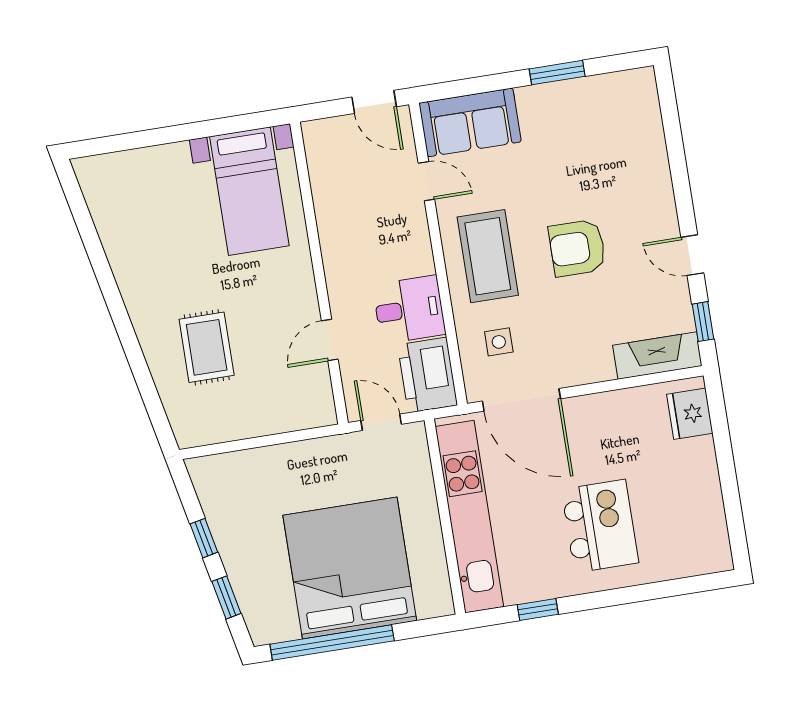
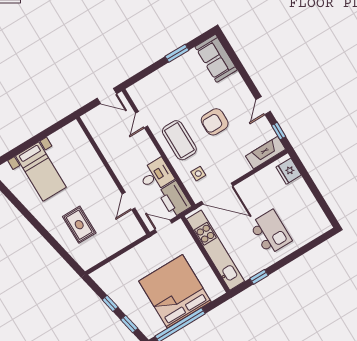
sofa: (470, 122) -> (216, 58), moved, turned 90
door: (426, 181) -> (142, 120), swing flipped
bed with nightstands: (249, 191) -> (41, 171), moved
door: (692, 255) -> (263, 106), hinge flipped

